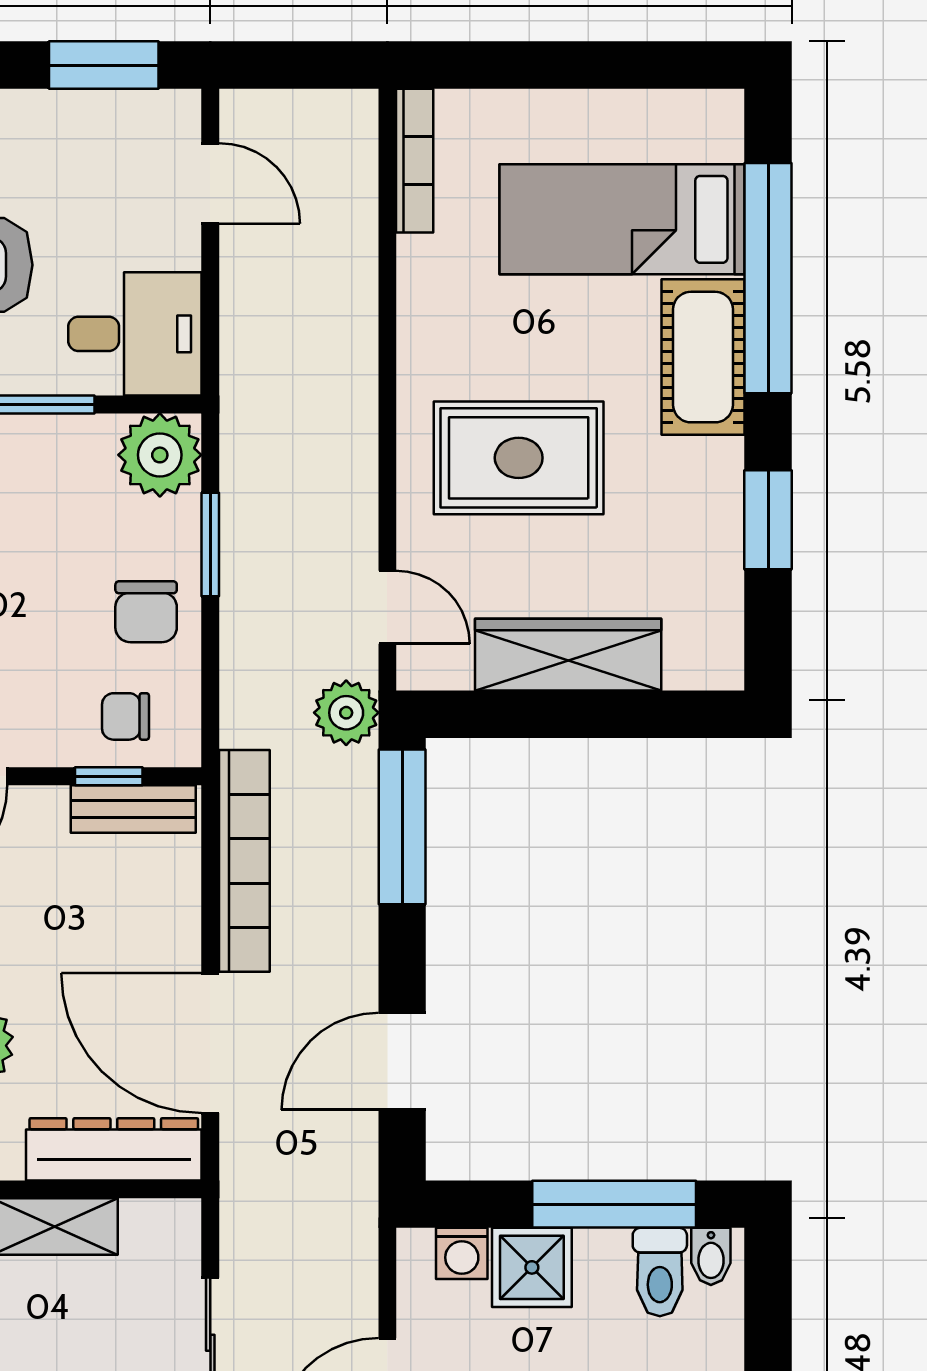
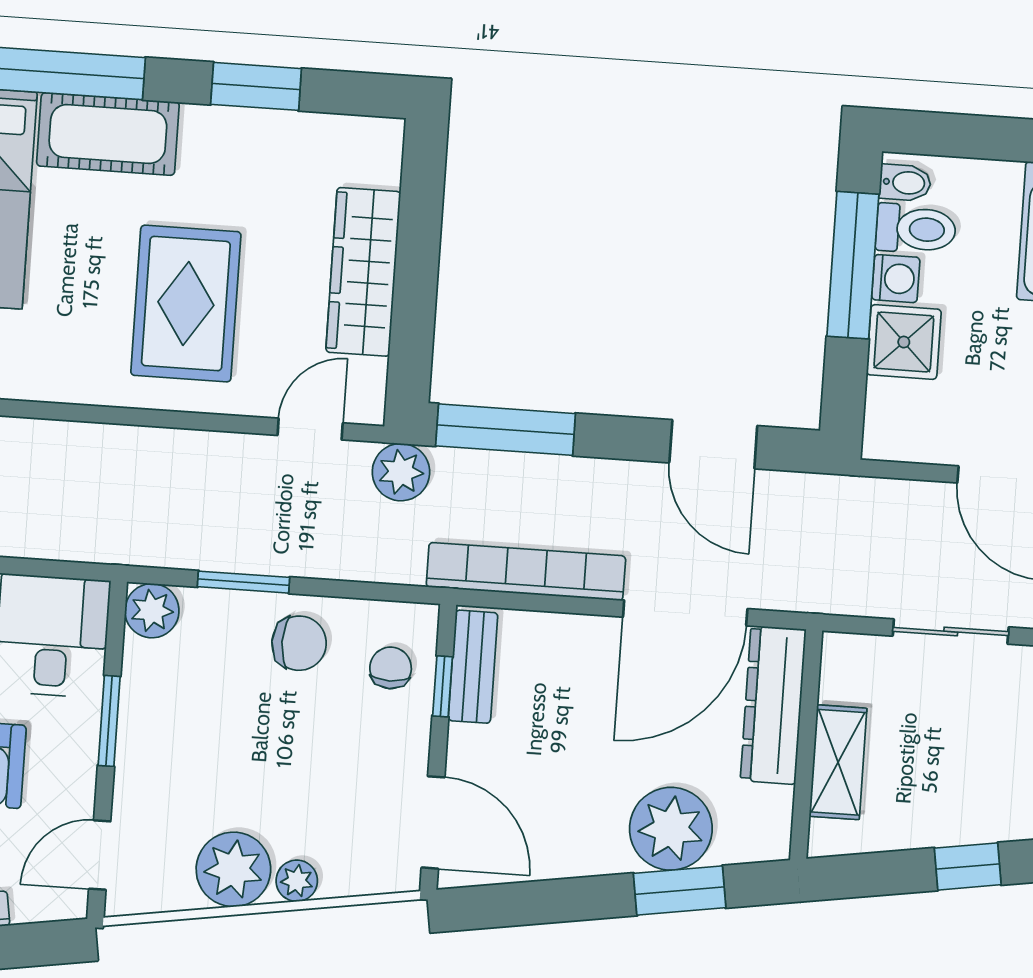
plant: (160, 455) -> (152, 611), width x0.73, depth x0.73
chair: (125, 716) -> (391, 668), turned 180
washing machine: (462, 1253) -> (896, 279), moved

